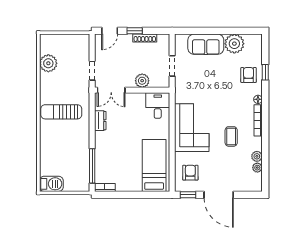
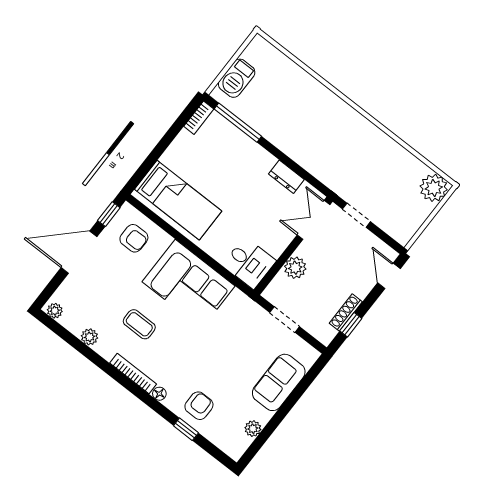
window: (135, 31) -> (351, 325), moved
plant: (234, 44) -> (253, 429), width x0.53, depth x0.53
plant: (48, 63) -> (434, 188), moved
armchair: (249, 75) -> (199, 406), turned -90
sun lounger: (61, 112) -> (335, 137), removed
plant: (257, 168) -> (55, 311), moved
barbecue: (51, 184) -> (237, 78), moved

